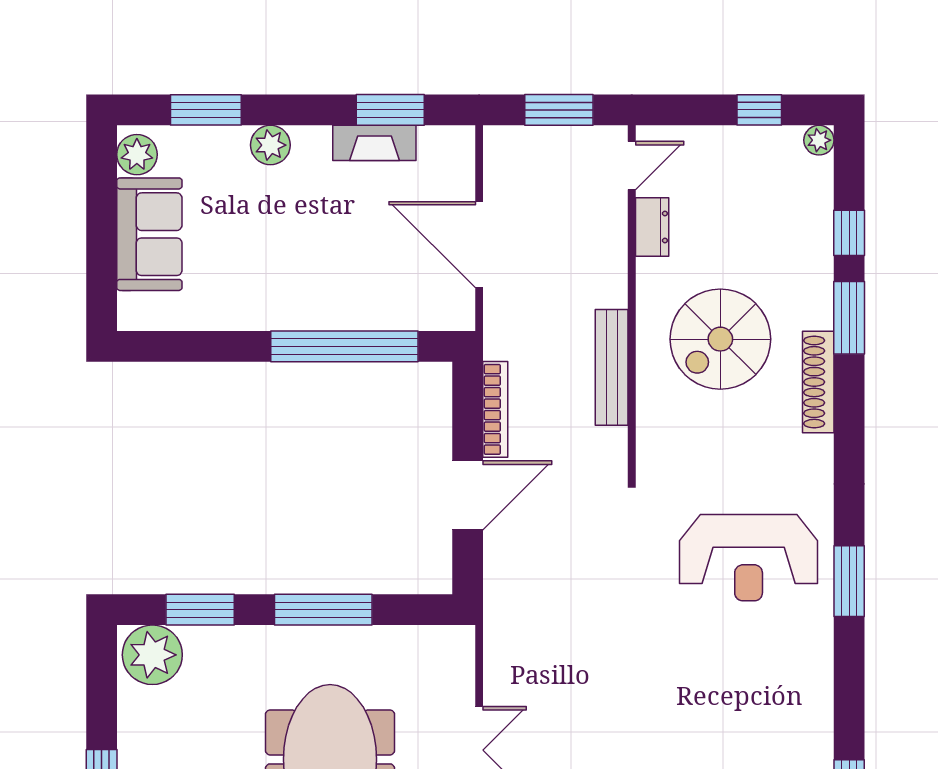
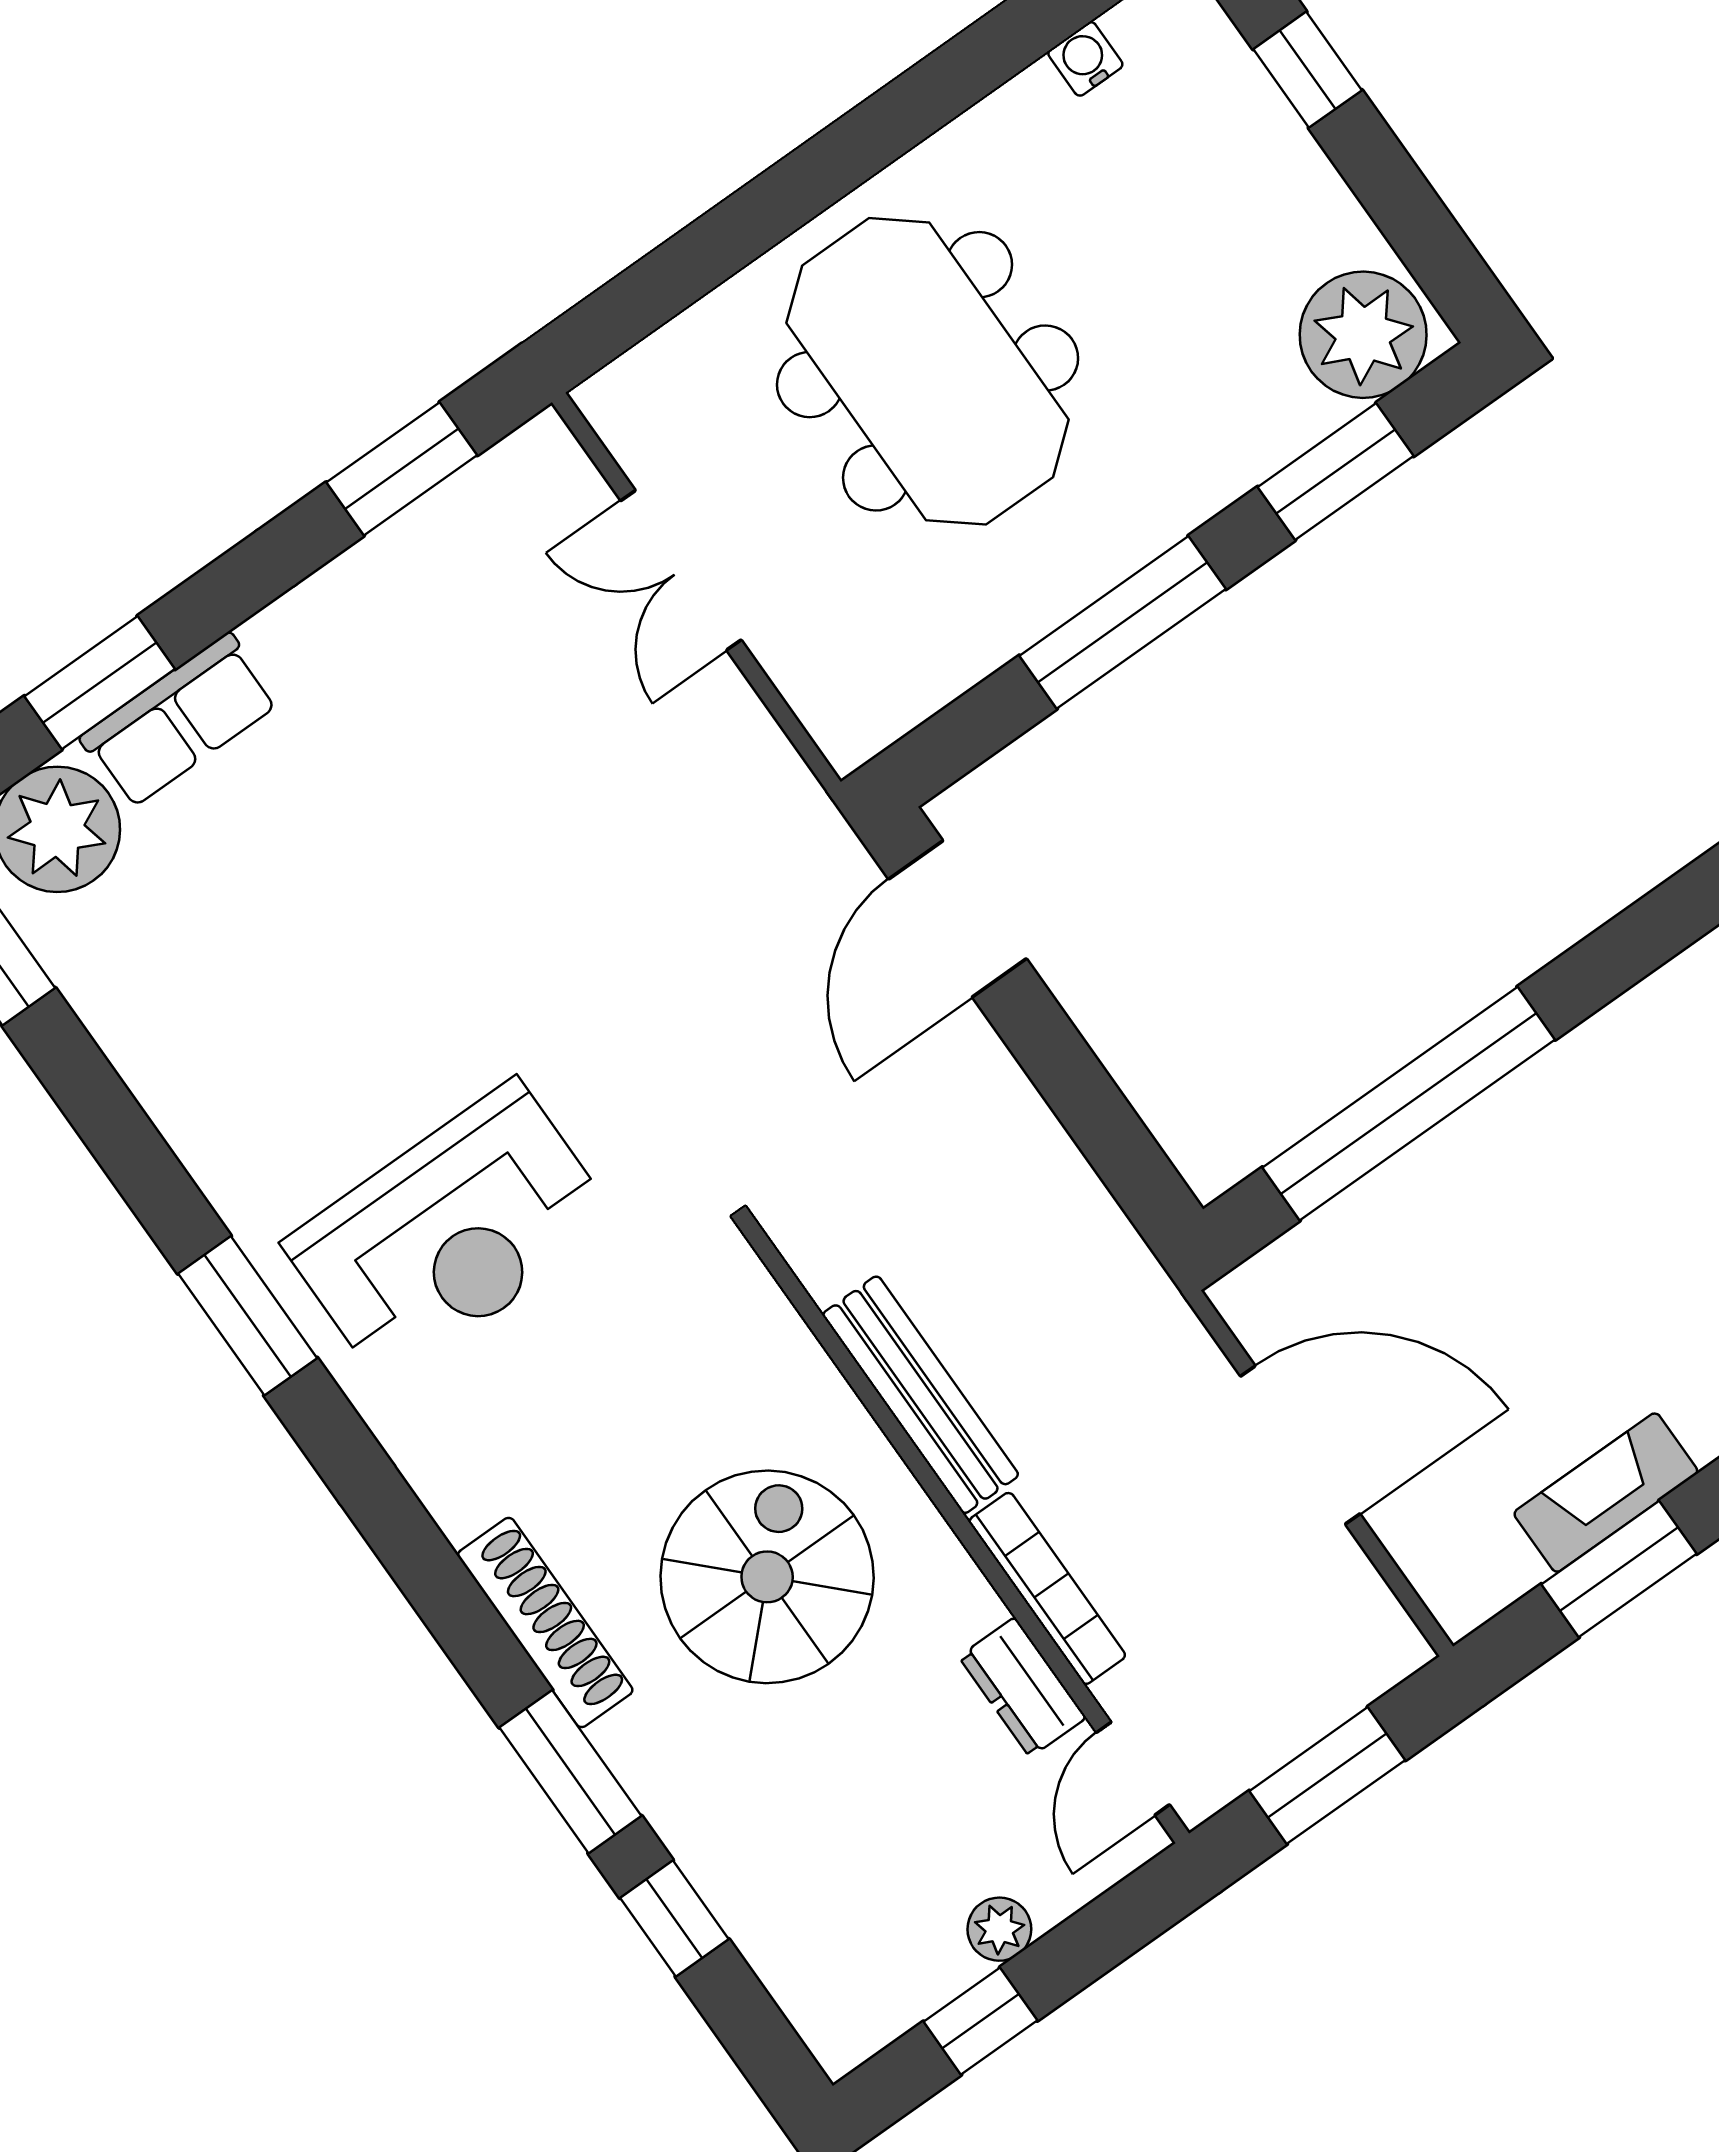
plant: (819, 140) -> (999, 1929), moved
bookcase: (495, 409) -> (1047, 1588), moved, turned 180
door: (468, 495) -> (958, 919), moved
reception desk: (749, 558) -> (450, 1233), turned 180

